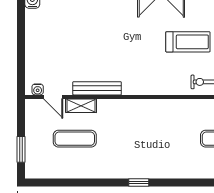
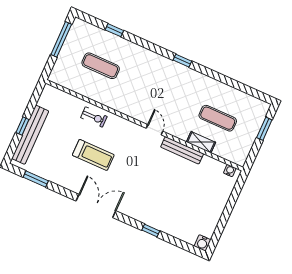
treadmill: (188, 42) -> (93, 155), turned 180
door: (53, 97) -> (154, 130), moved

